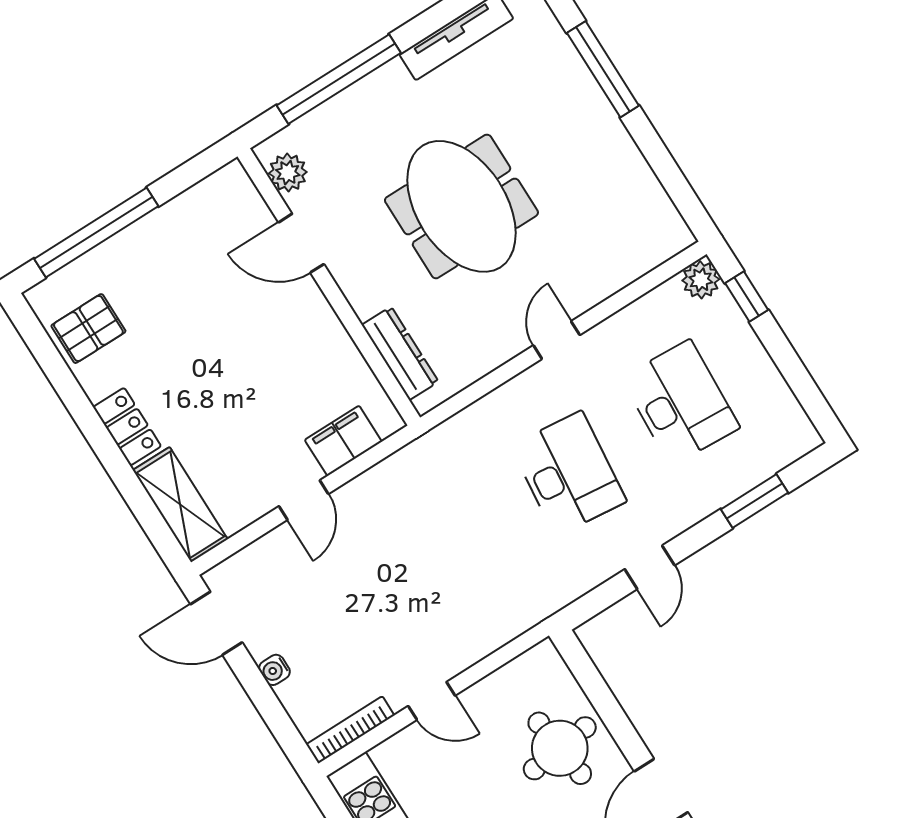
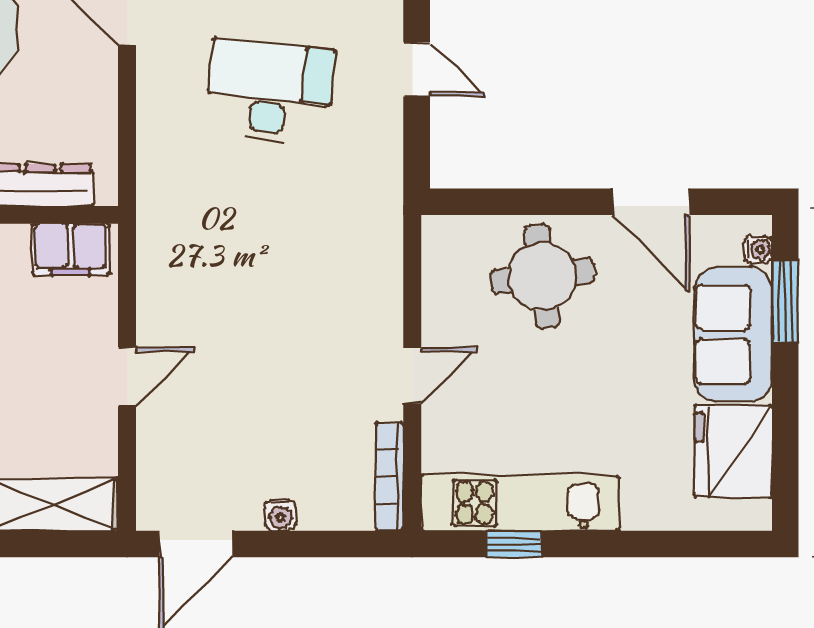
filing cabinet: (343, 441) -> (71, 249), moved, turned -90
door: (304, 500) -> (127, 377), hinge flipped

